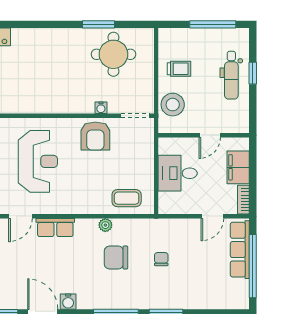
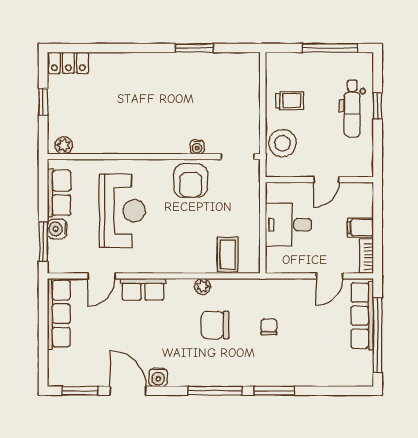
round table: (113, 54) -> (212, 83), removed
filing cabinet: (238, 167) -> (360, 228), width x0.50
coffee table: (127, 198) -> (228, 254), turned 90

